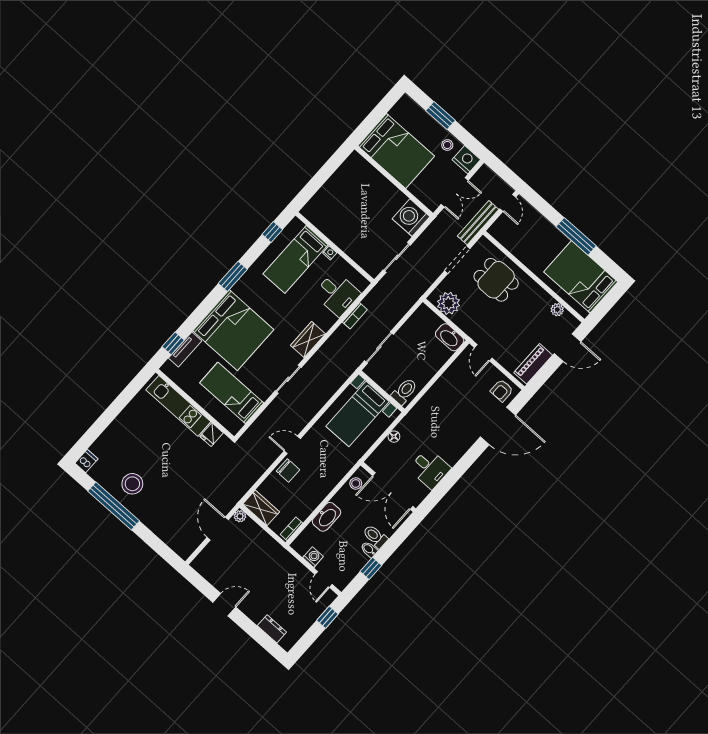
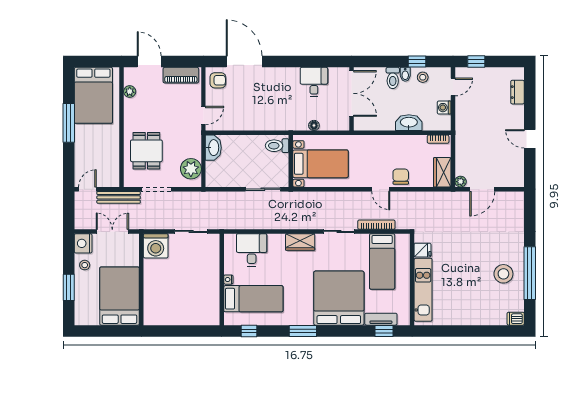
bookcase: (355, 316) -> (376, 225), moved, width x1.56
stool: (356, 484) -> (423, 77), moved

